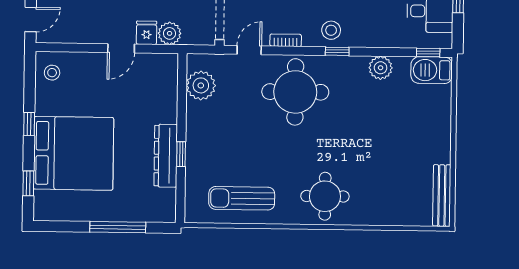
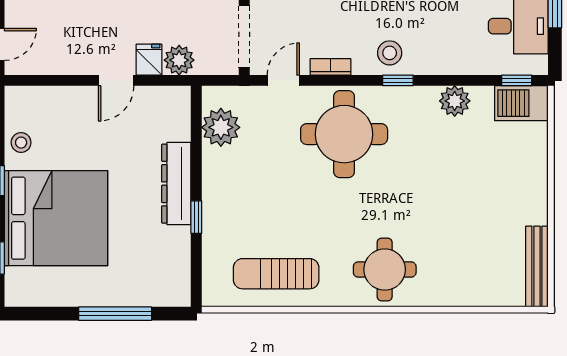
stool: (52, 73) -> (21, 143), moved
dresser: (166, 156) -> (176, 184), moved

